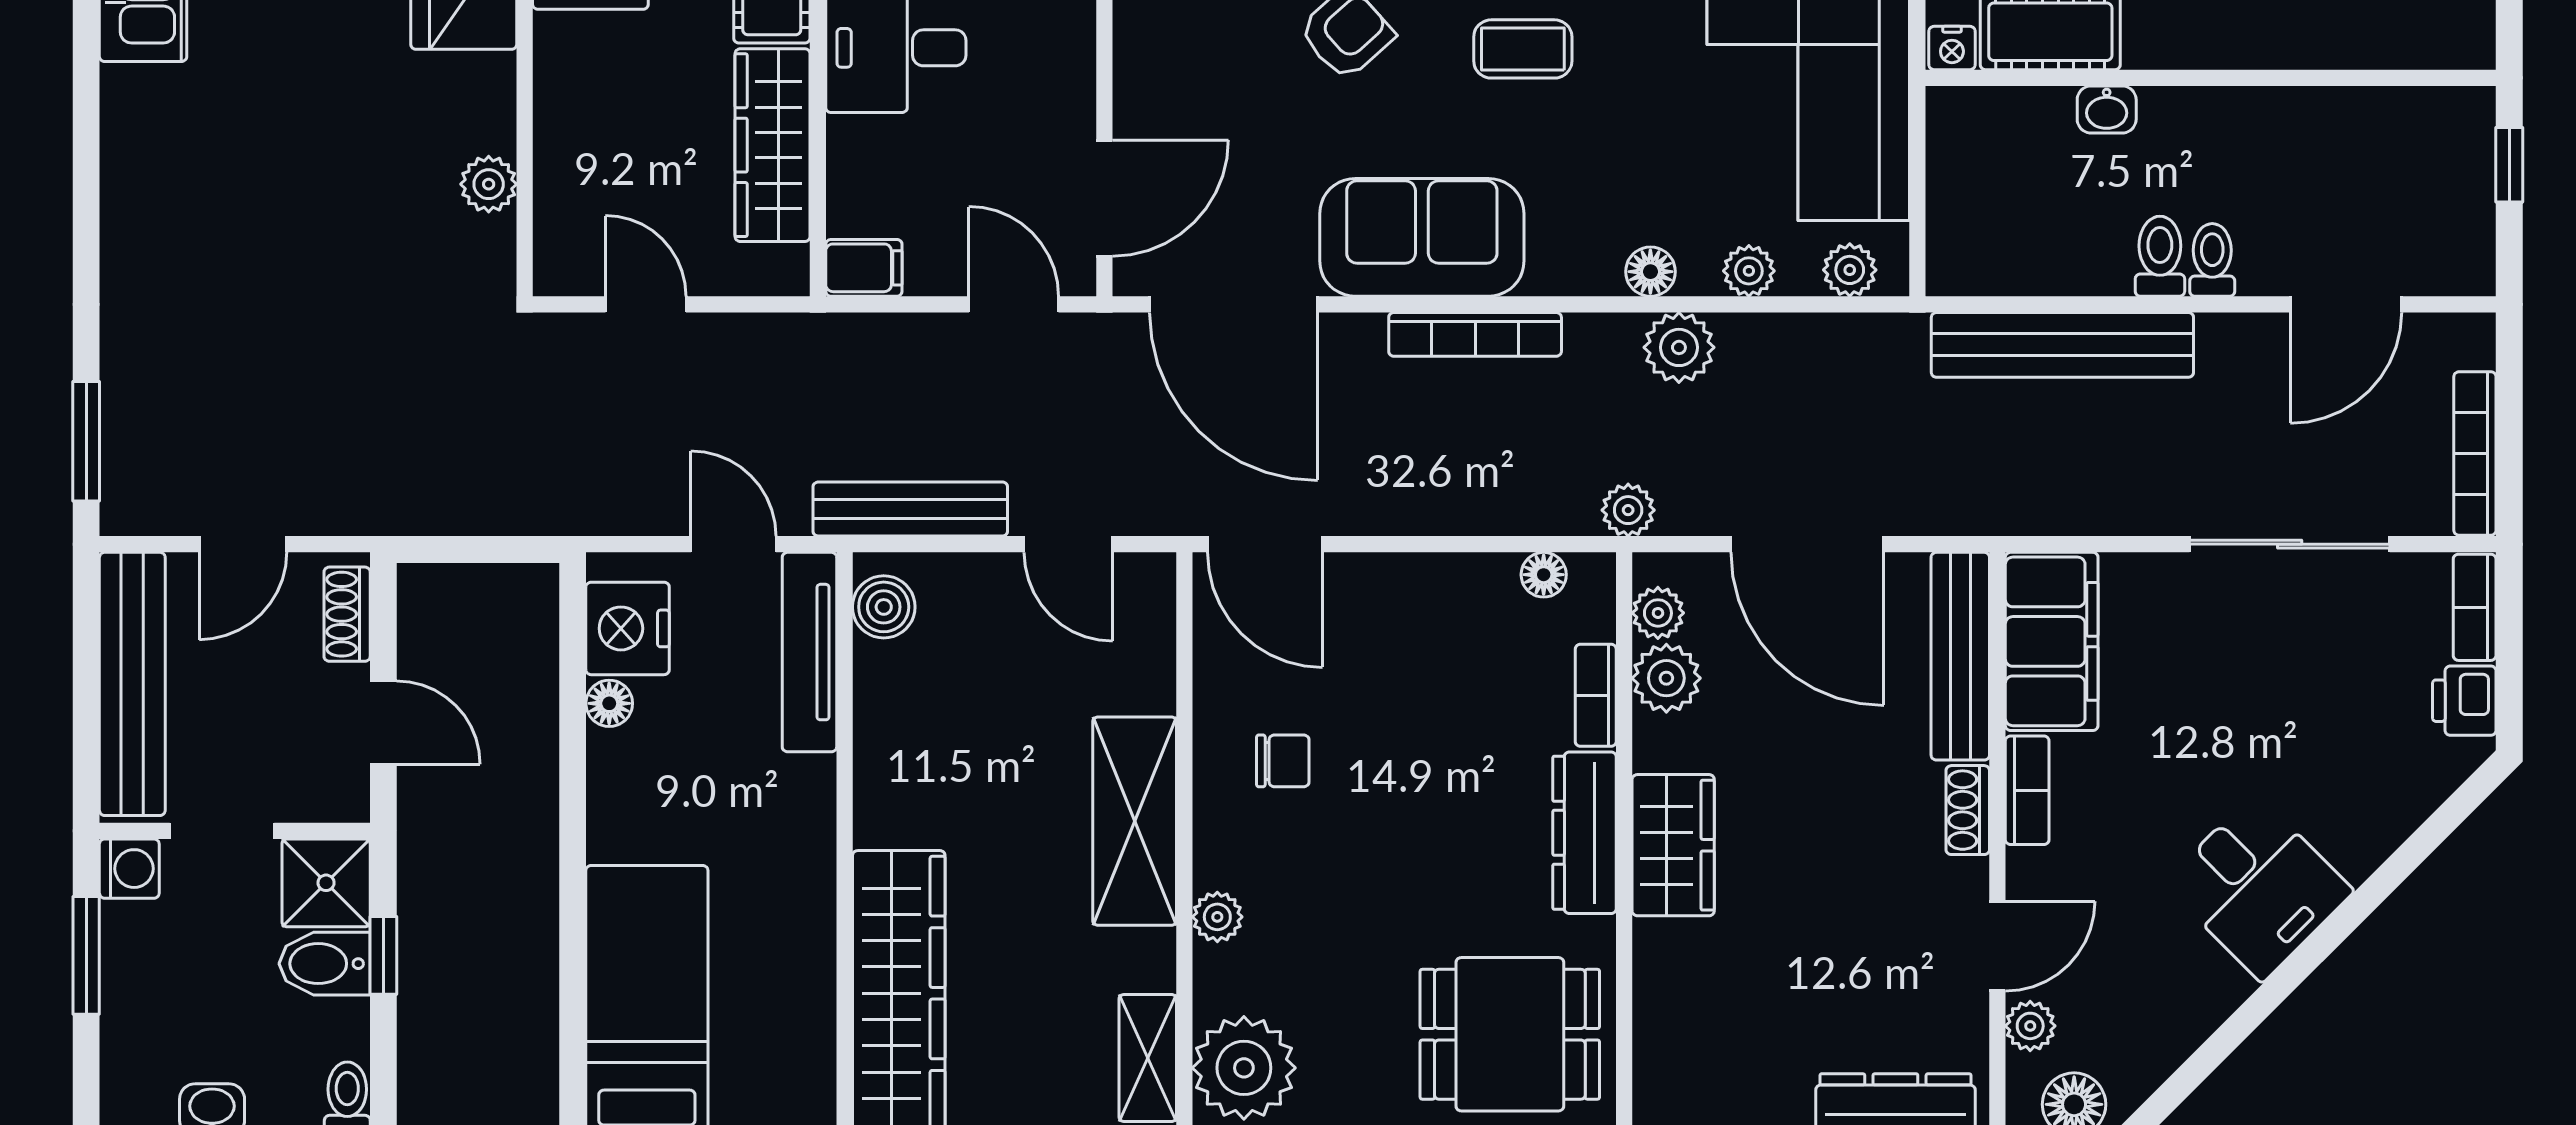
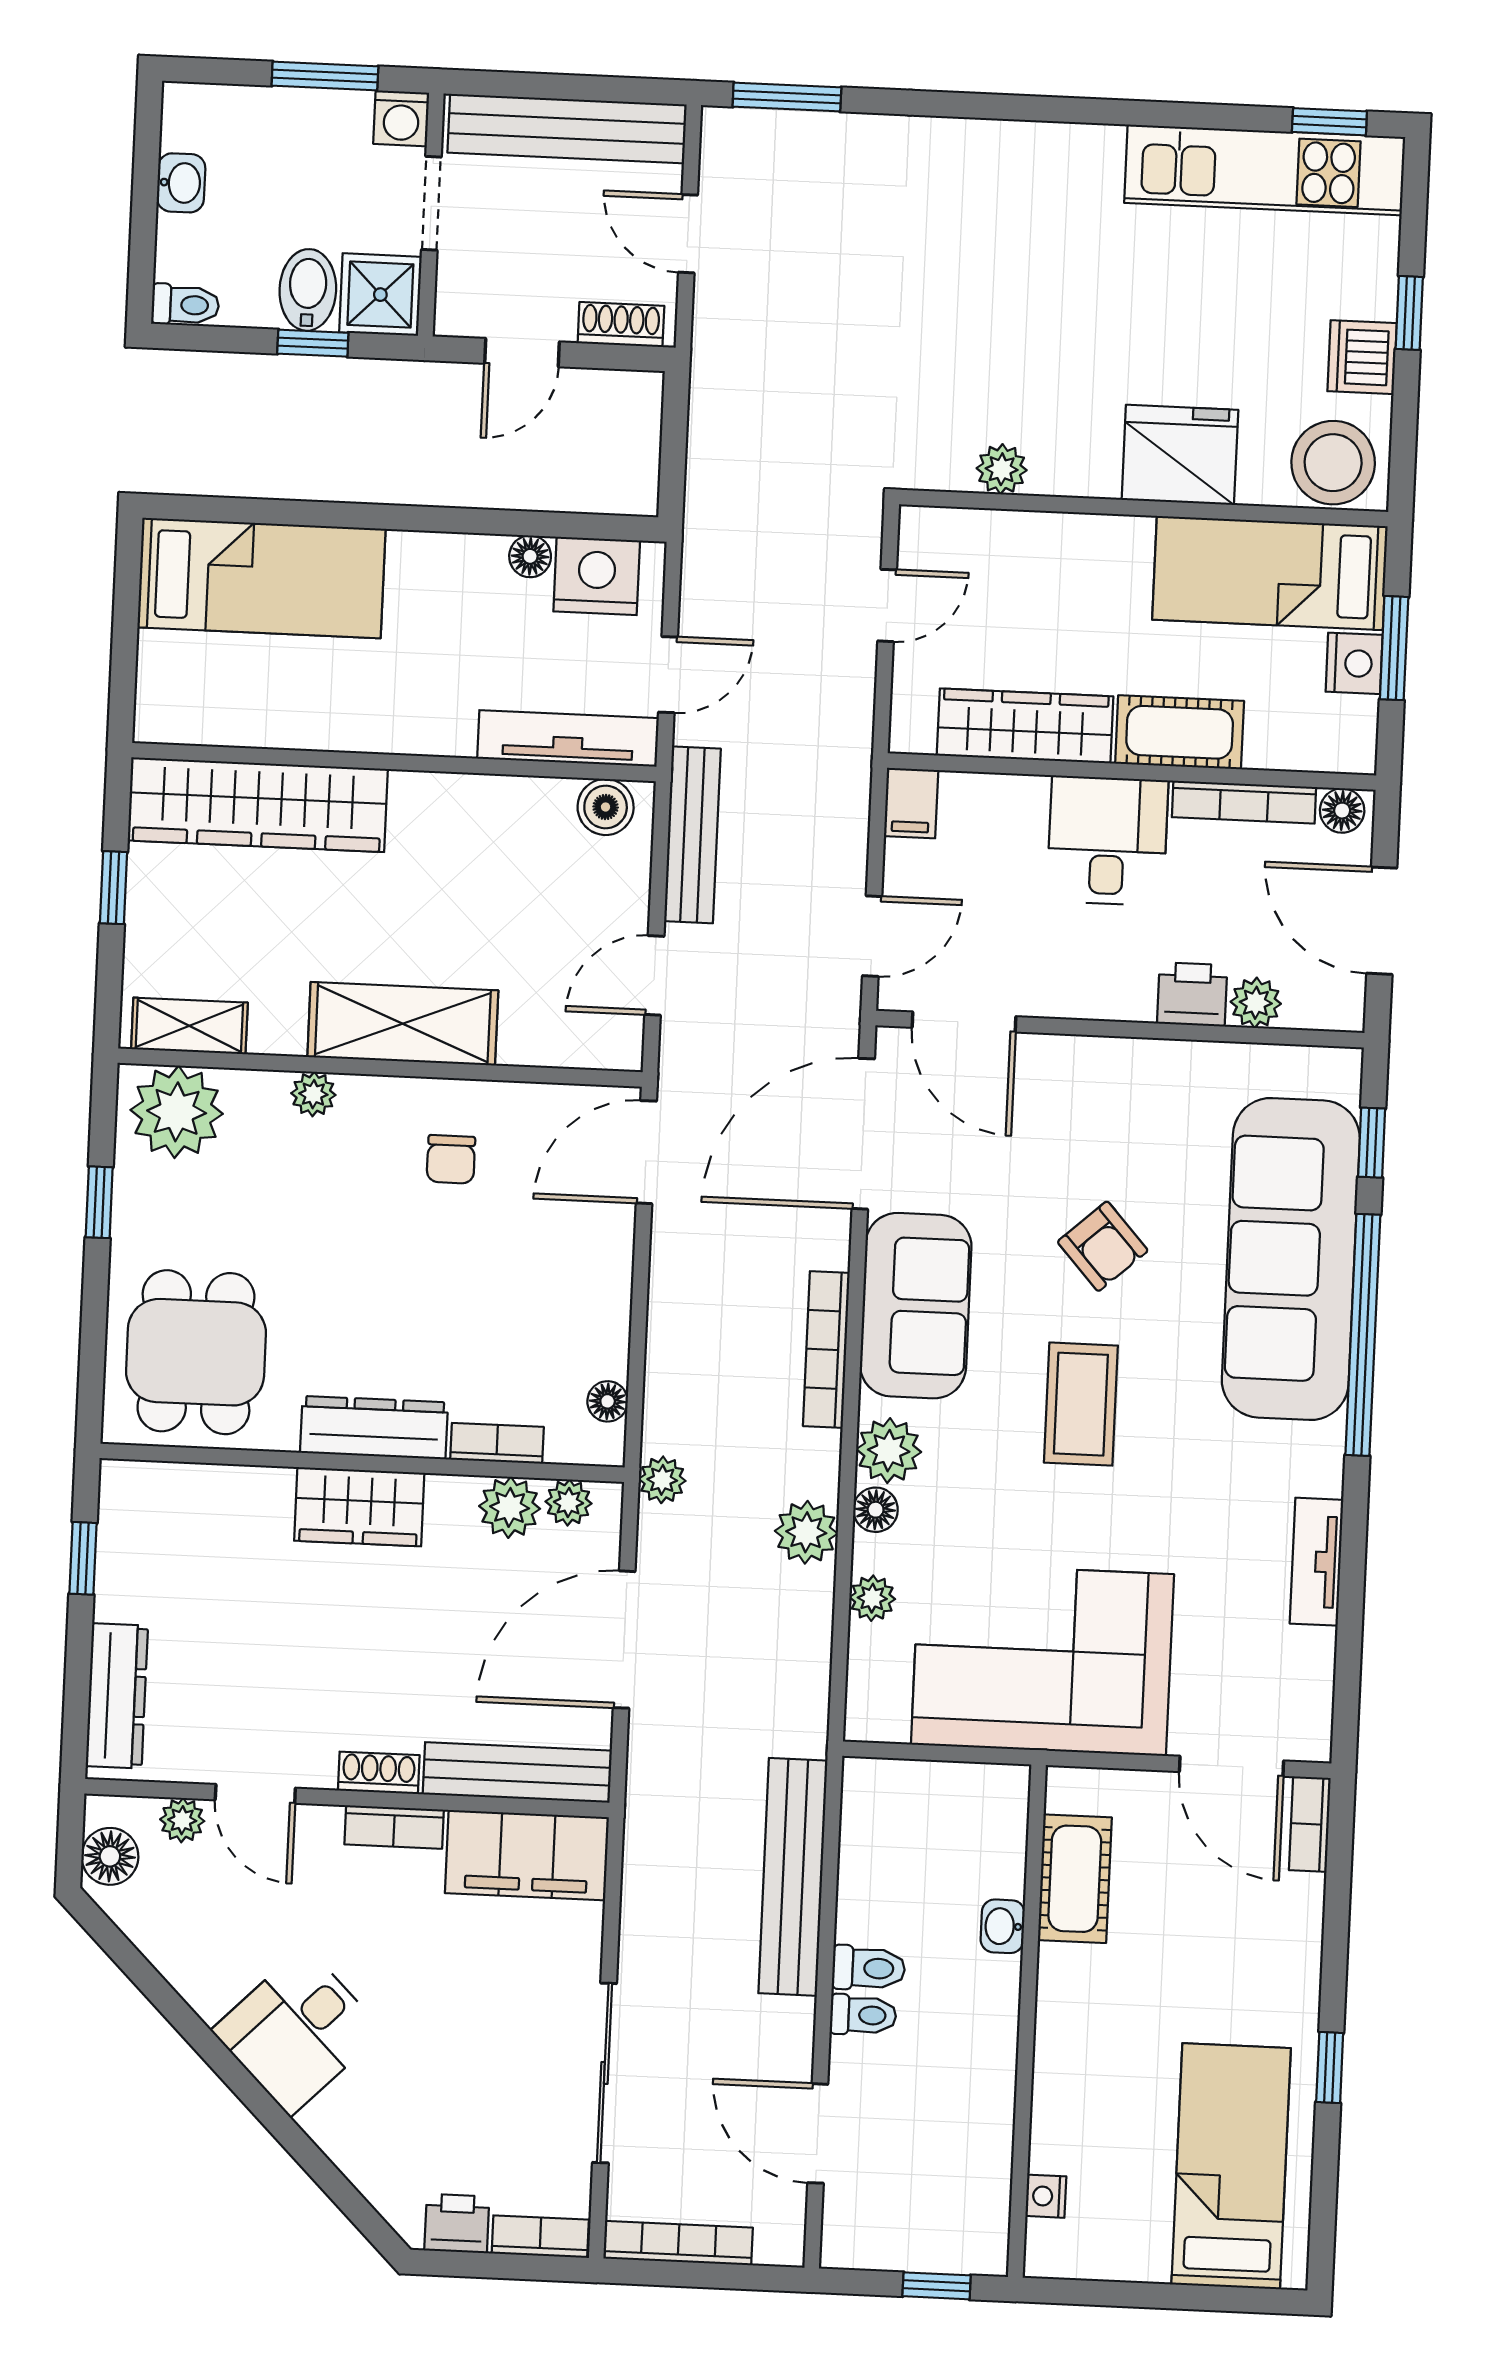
nightstand: (1952, 48) -> (1046, 2196), moved
coffee table: (1523, 49) -> (1081, 1404), width x1.36, depth x1.30
plant: (1850, 270) -> (889, 1451), moved, width x1.38, depth x1.38

